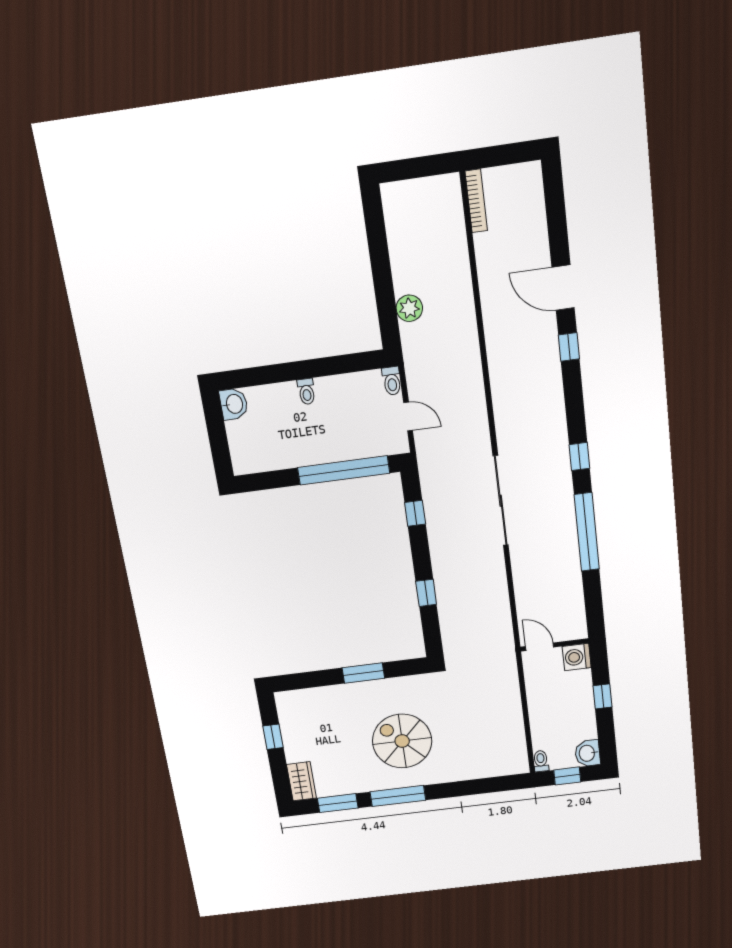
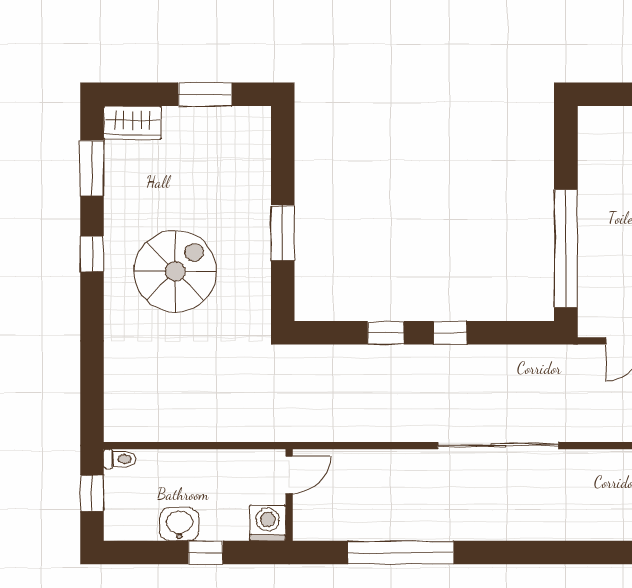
window: (579, 456) -> (543, 553), removed
window: (415, 513) -> (450, 333), moved
window: (587, 532) -> (401, 553), moved
window: (273, 737) -> (205, 94), width x1.50
washbasin: (588, 753) -> (179, 524), moved
window: (398, 796) -> (92, 254), width x0.46

